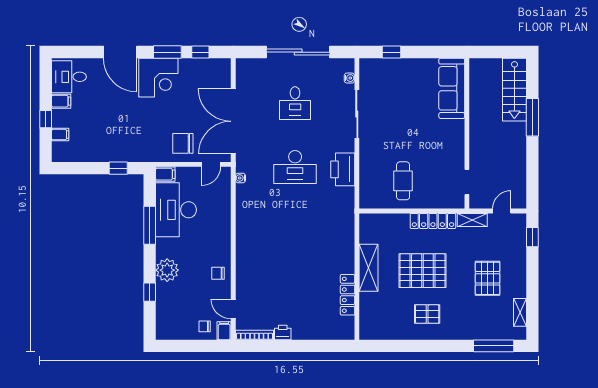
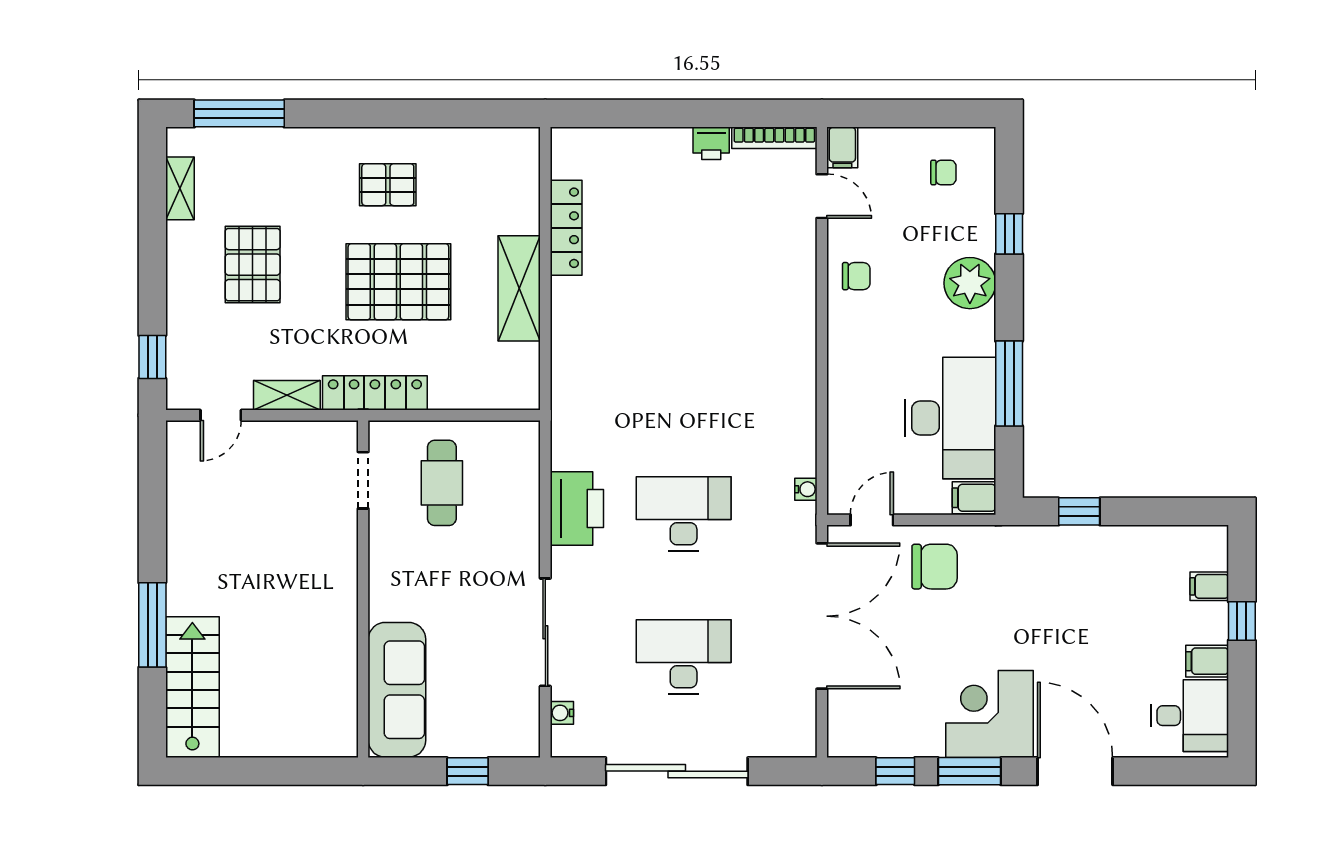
sofa: (452, 88) -> (397, 690), moved
desk: (295, 103) -> (684, 657), width x1.37
wall: (467, 133) -> (363, 589), moved
doorway: (467, 182) -> (363, 480), moved
chair: (205, 326) -> (943, 172), moved

